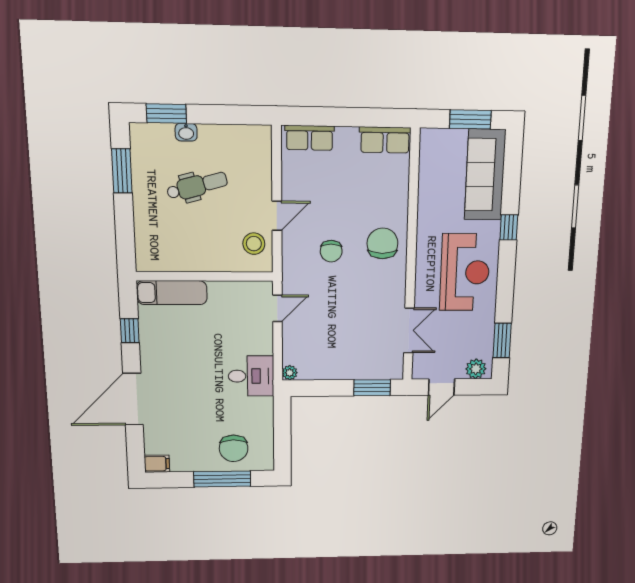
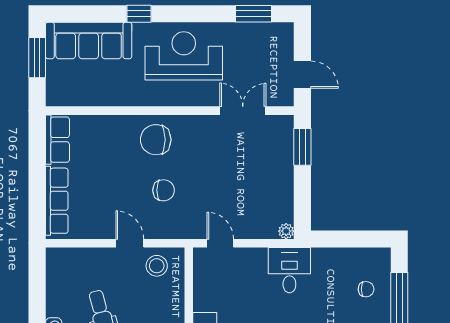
row of seats: (310, 138) -> (57, 201), width x1.48
plant: (476, 369) -> (283, 40), removed
chair: (234, 448) -> (366, 289), width x0.54, depth x0.54

